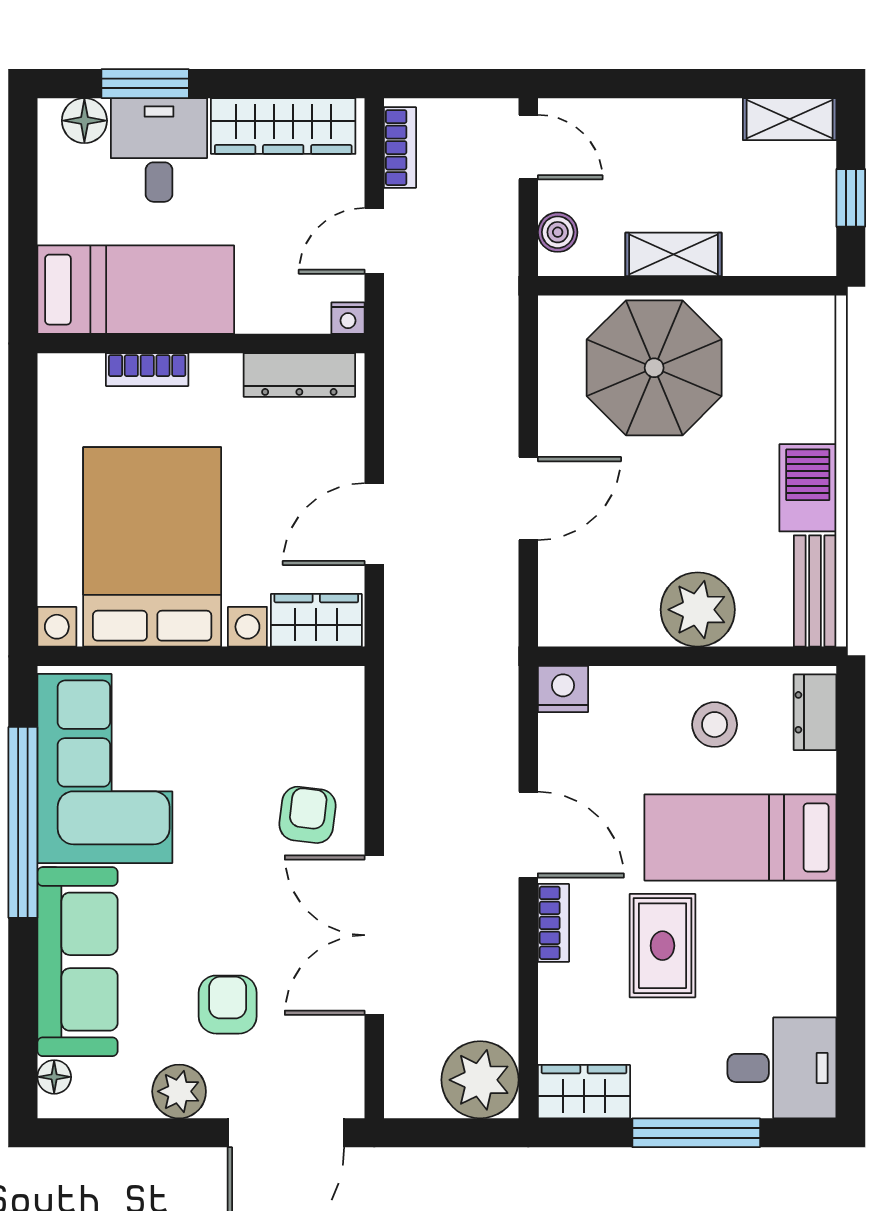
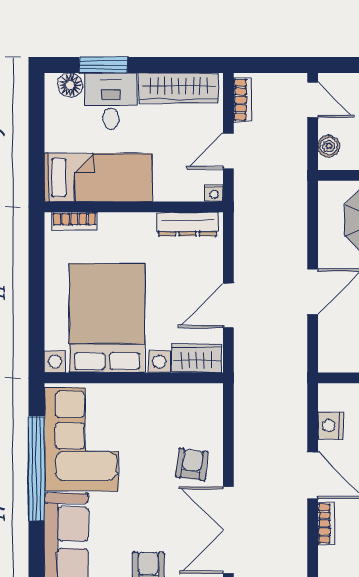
bookcase: (147, 370) -> (74, 221), moved
nightstand: (563, 689) -> (330, 426), moved, turned -90

